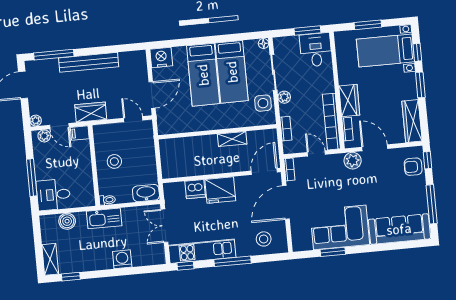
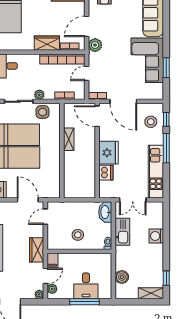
desk: (53, 195) -> (86, 286), moved
kitchen sink: (104, 218) -> (122, 232), moved
window: (185, 266) -> (166, 119), moved

